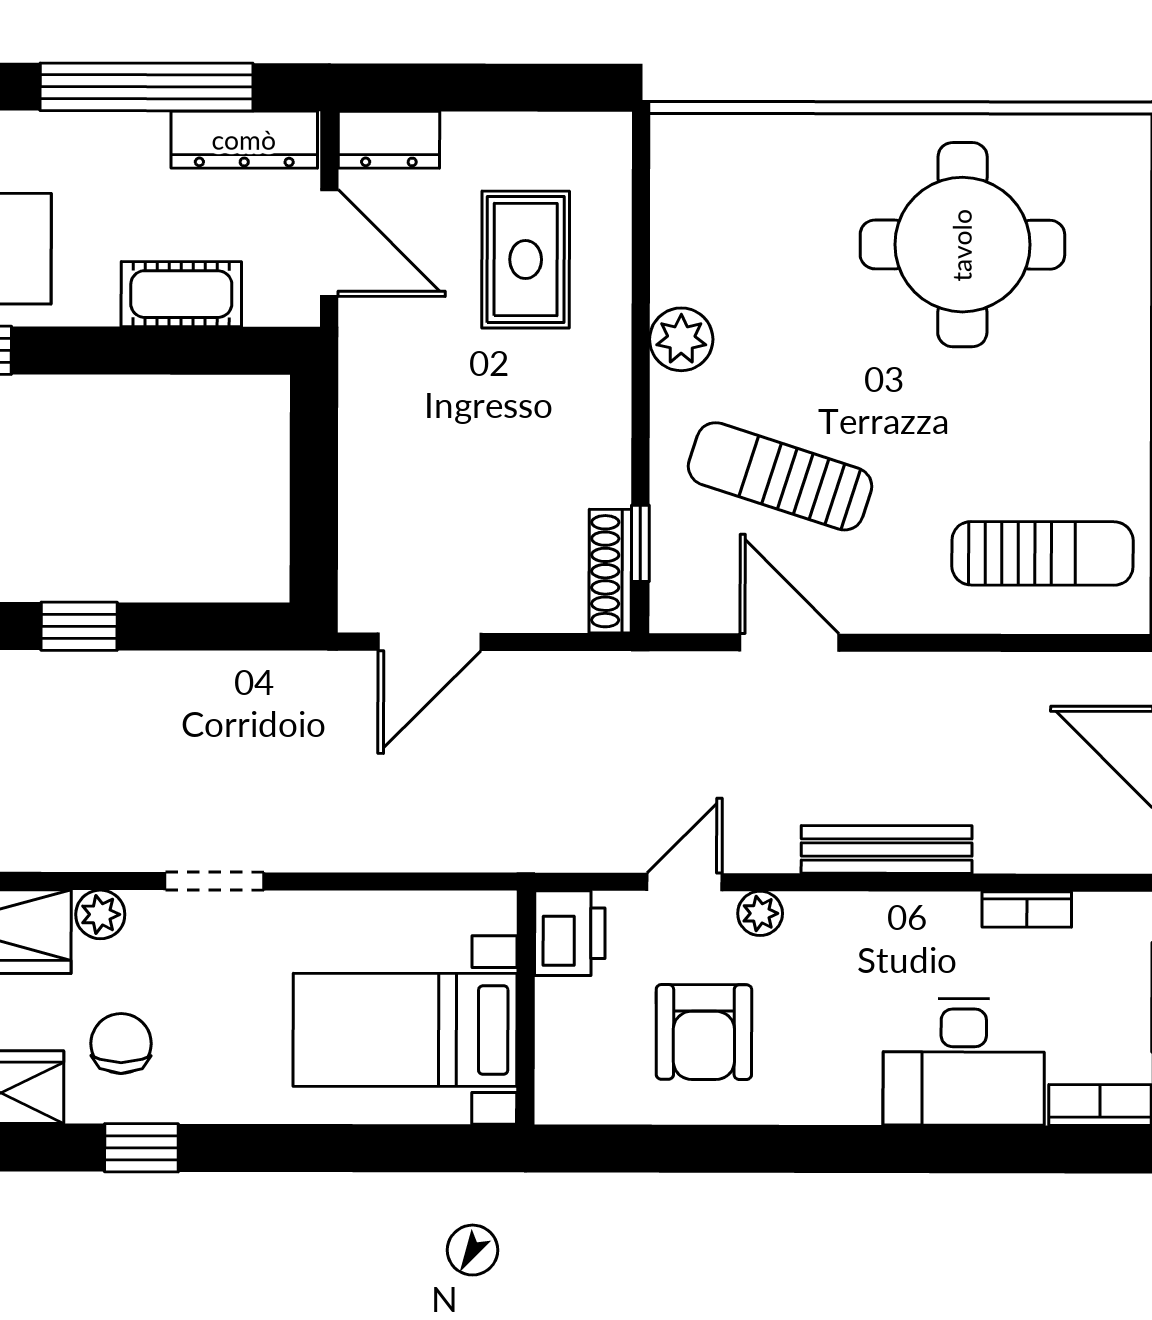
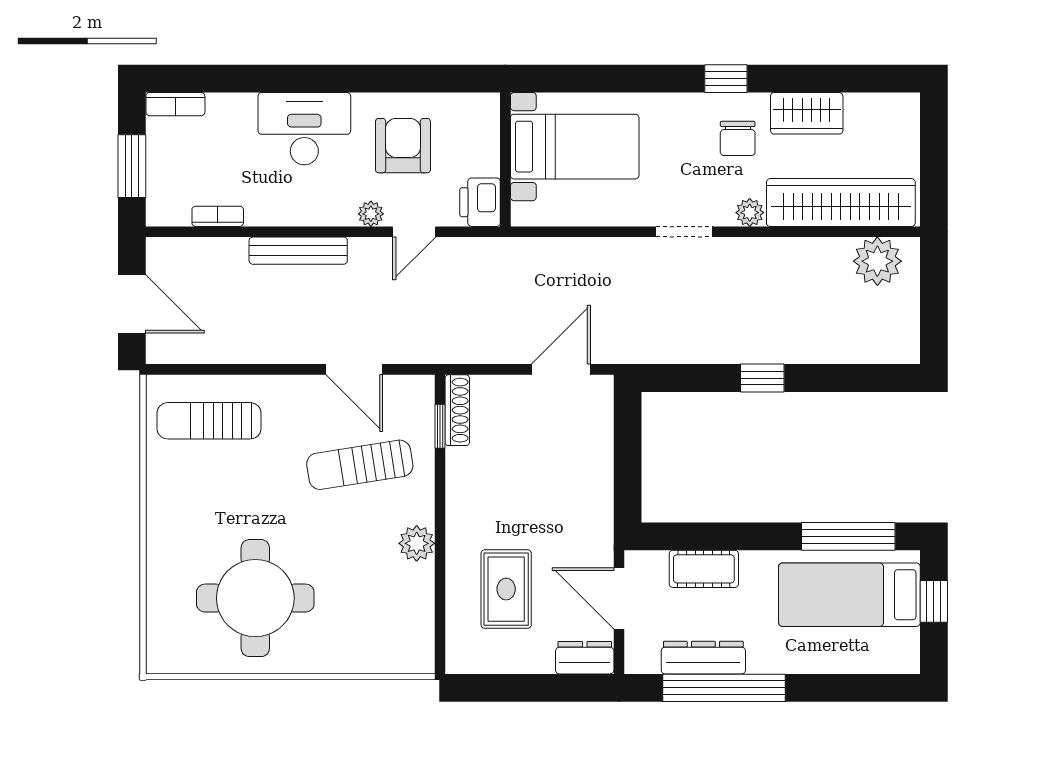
dresser: (244, 140) -> (703, 658), moved
sun lounger: (780, 476) -> (360, 465), turned 153
desk: (964, 1062) -> (304, 129), moved

